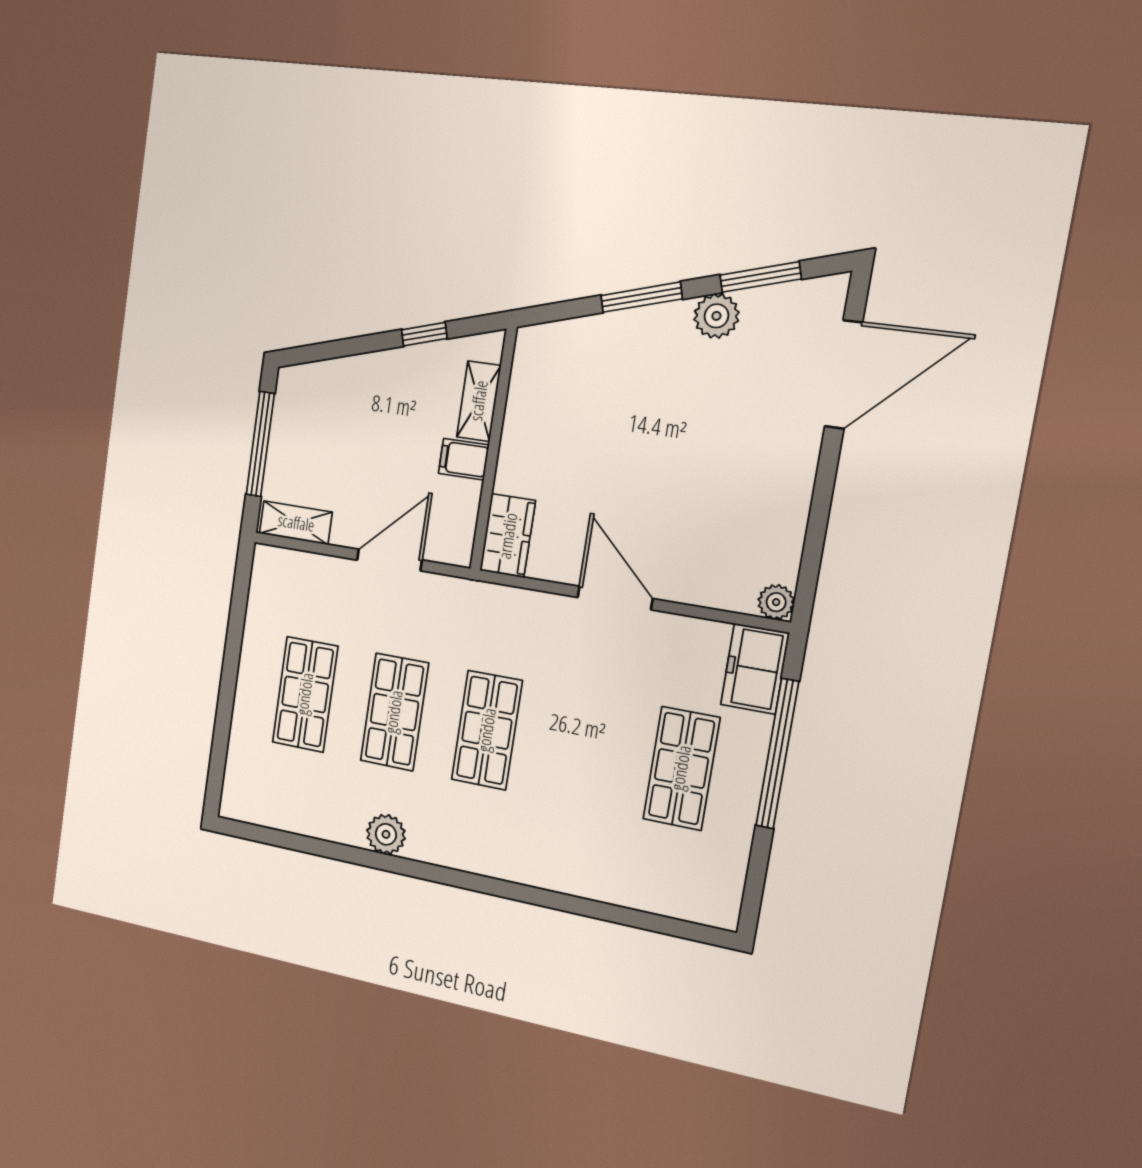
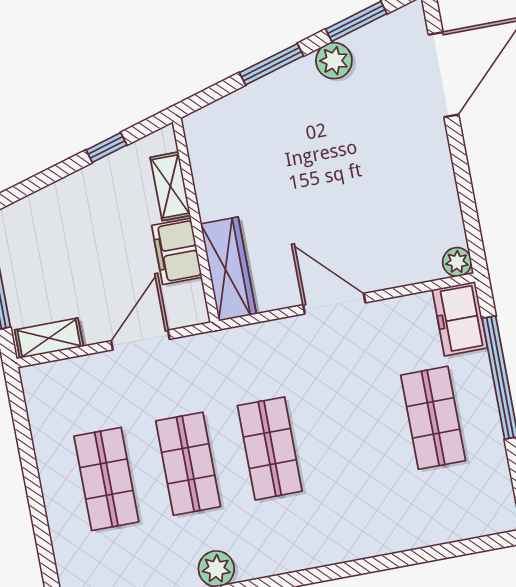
filing cabinet: (464, 459) -> (177, 251), width x2.00
wardrobe: (508, 536) -> (228, 269), width x1.50

